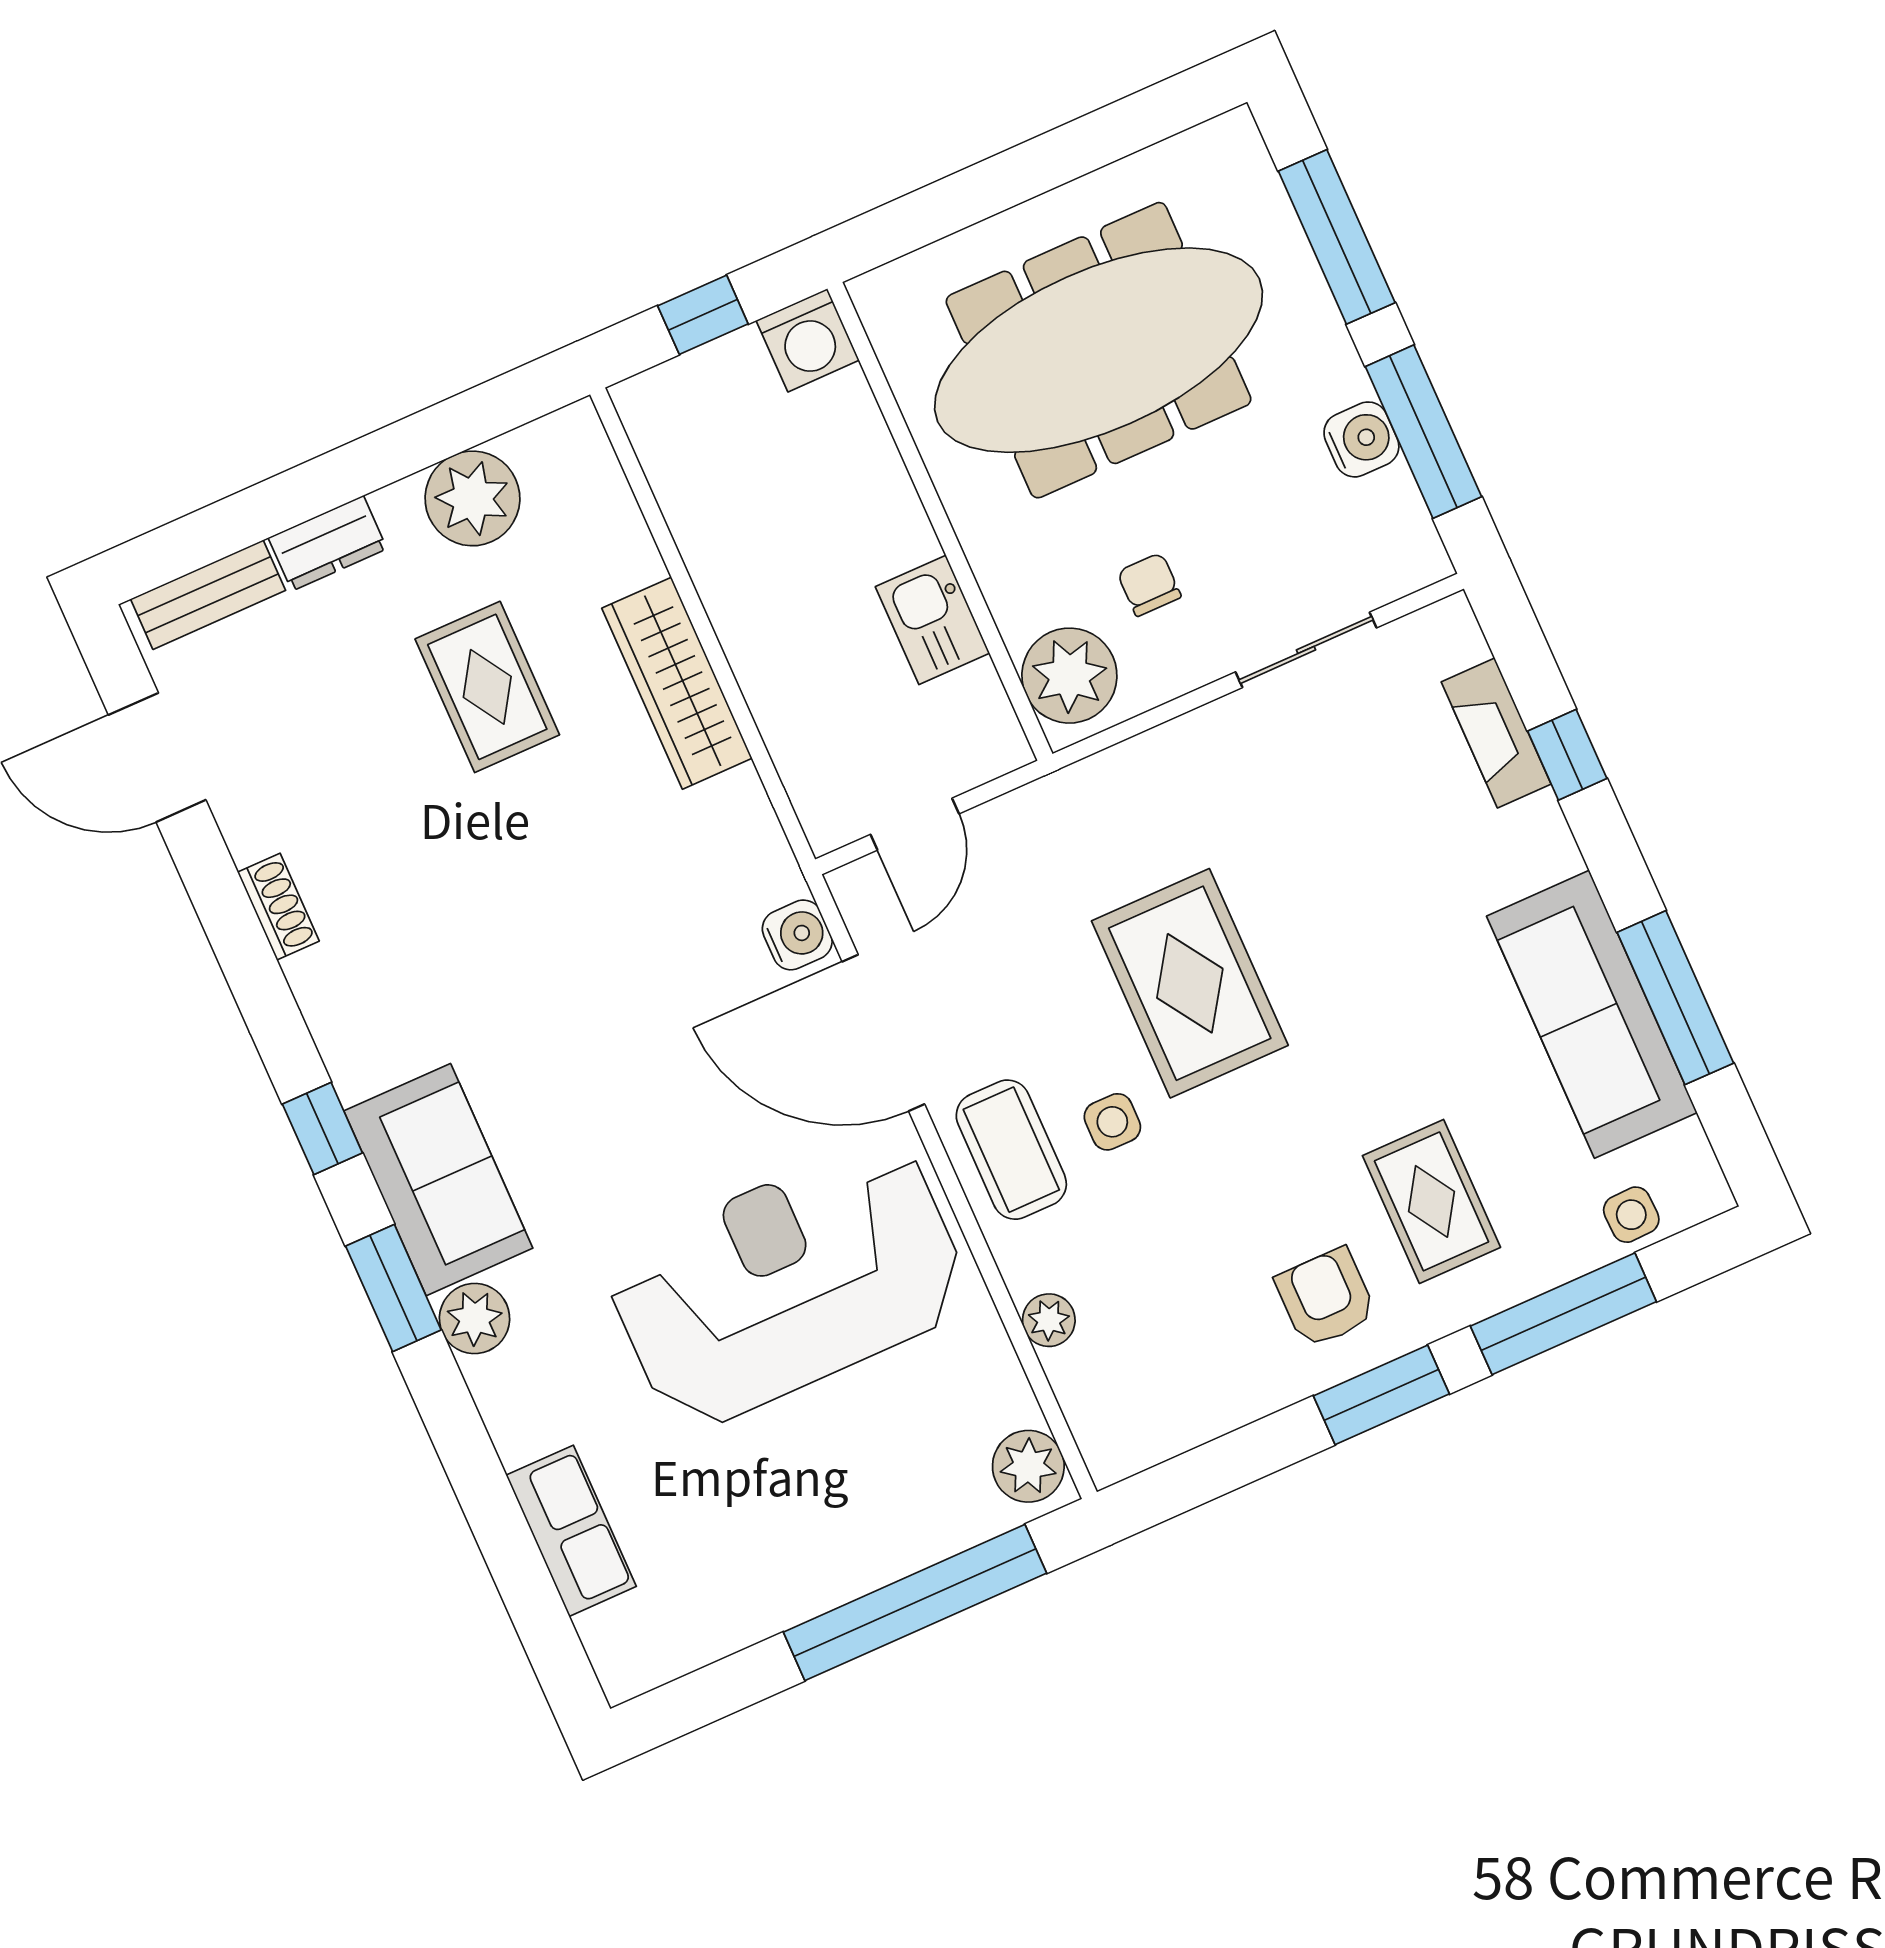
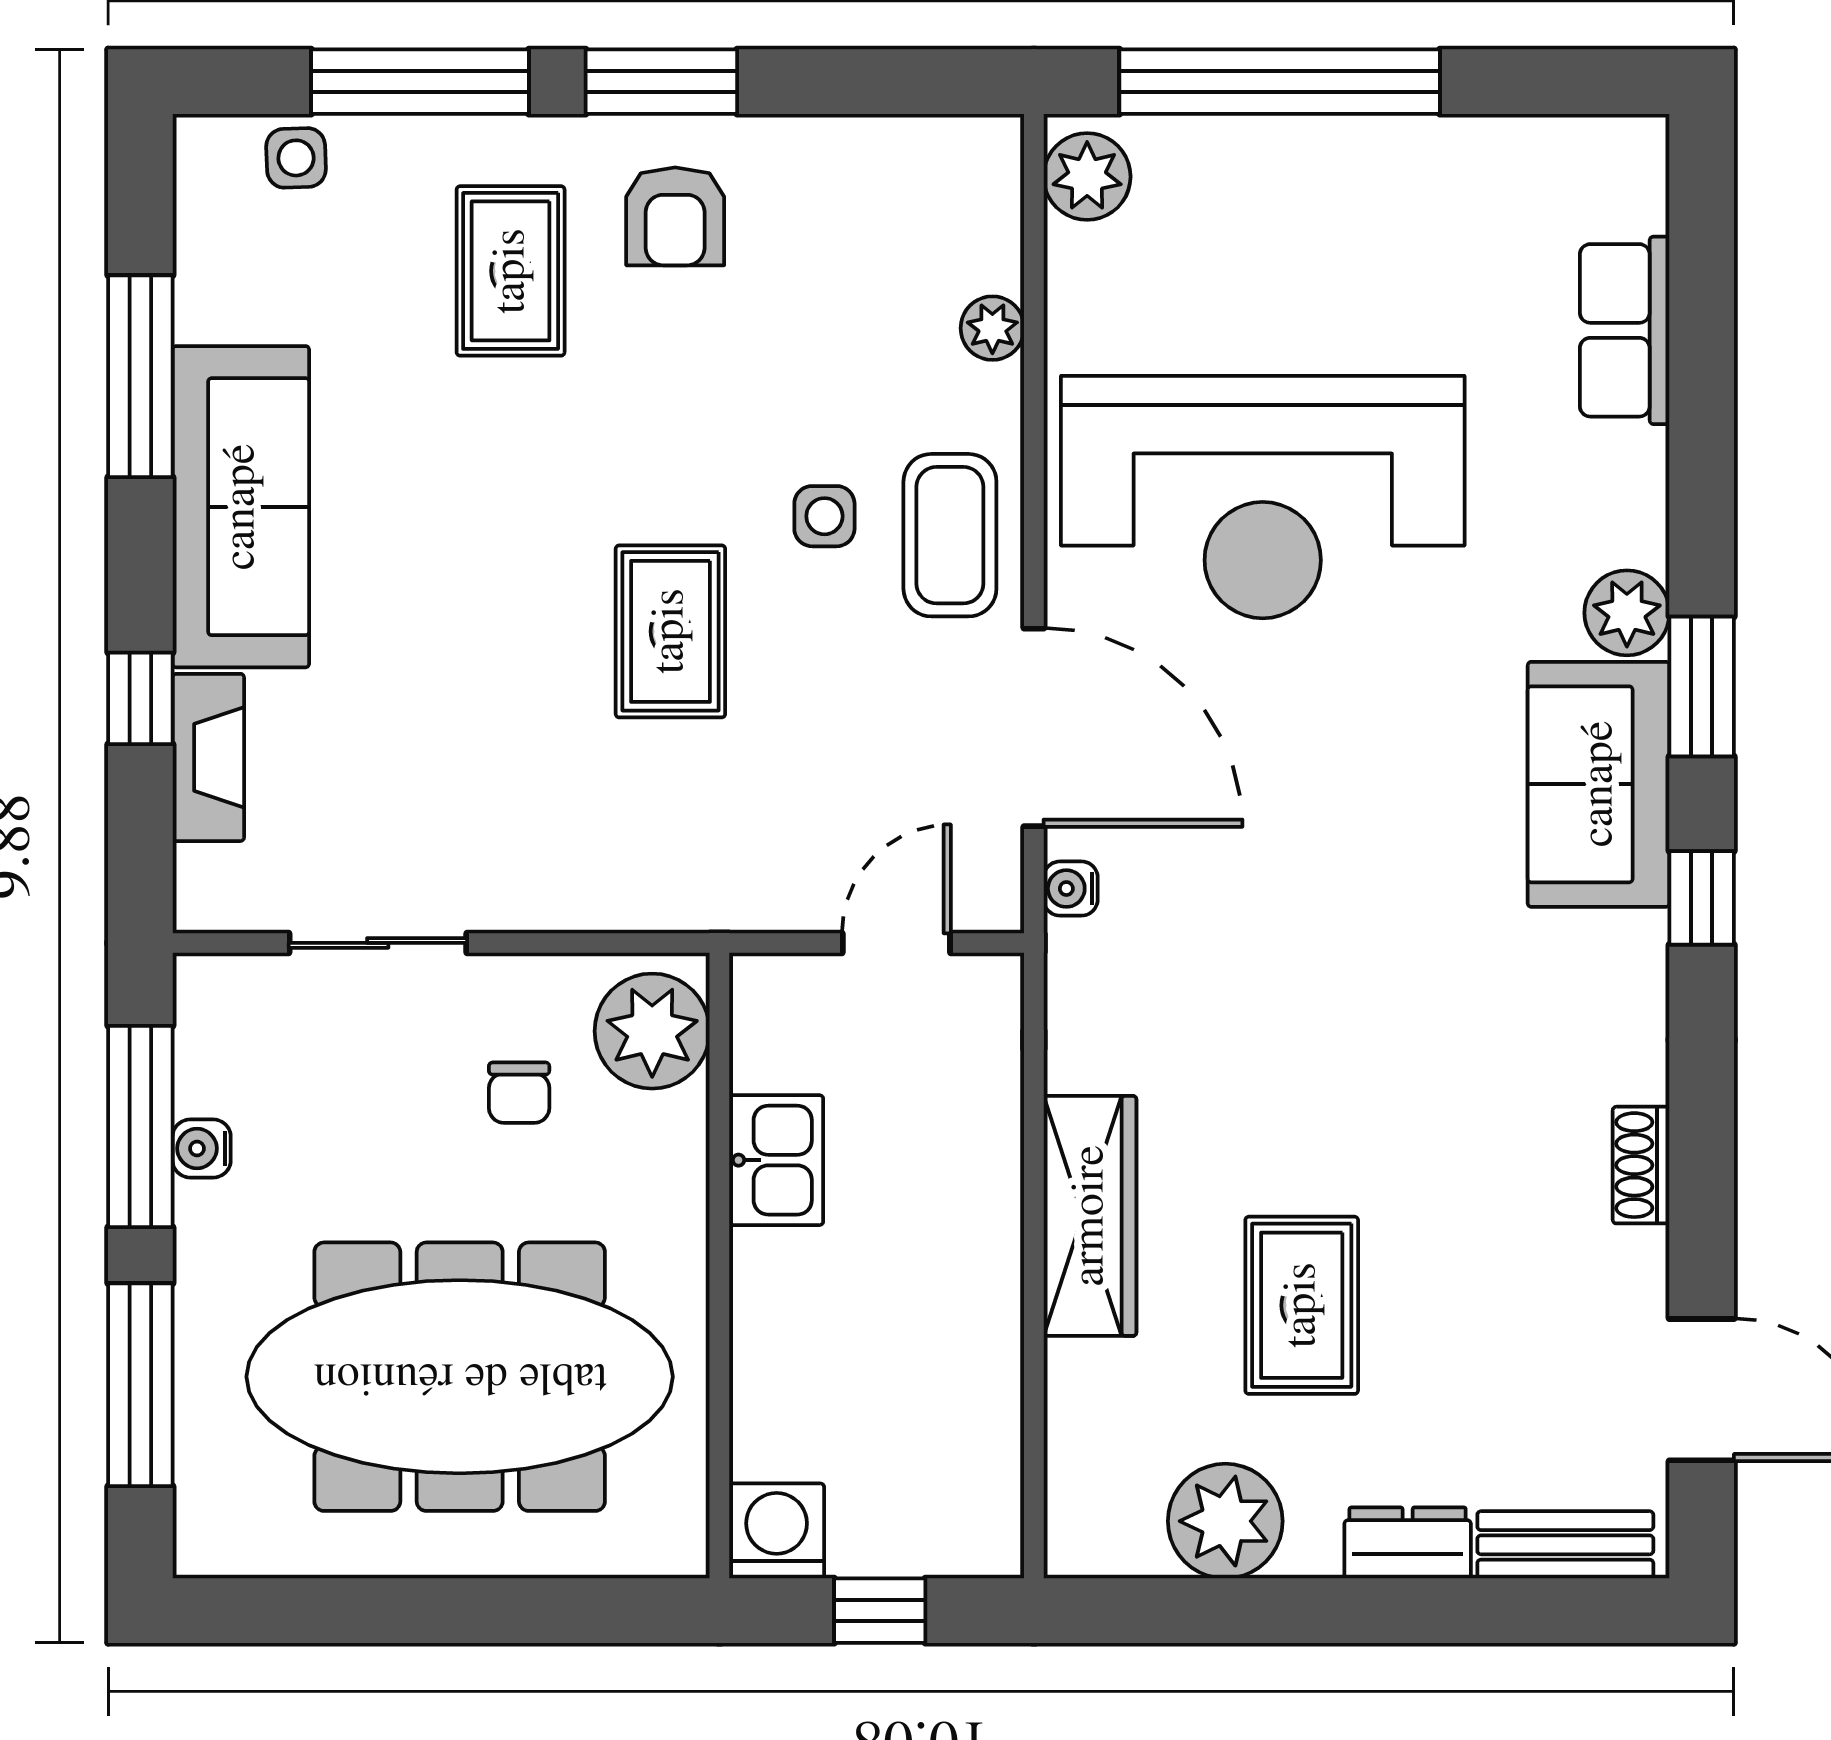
water cooler: (1361, 439) -> (202, 1148), width x0.72, depth x0.72
water cooler: (797, 935) -> (1071, 889), width x0.72, depth x0.72
rug: (1190, 983) -> (670, 631), width x0.73, depth x0.70
sofa: (1592, 1014) -> (241, 507), moved

